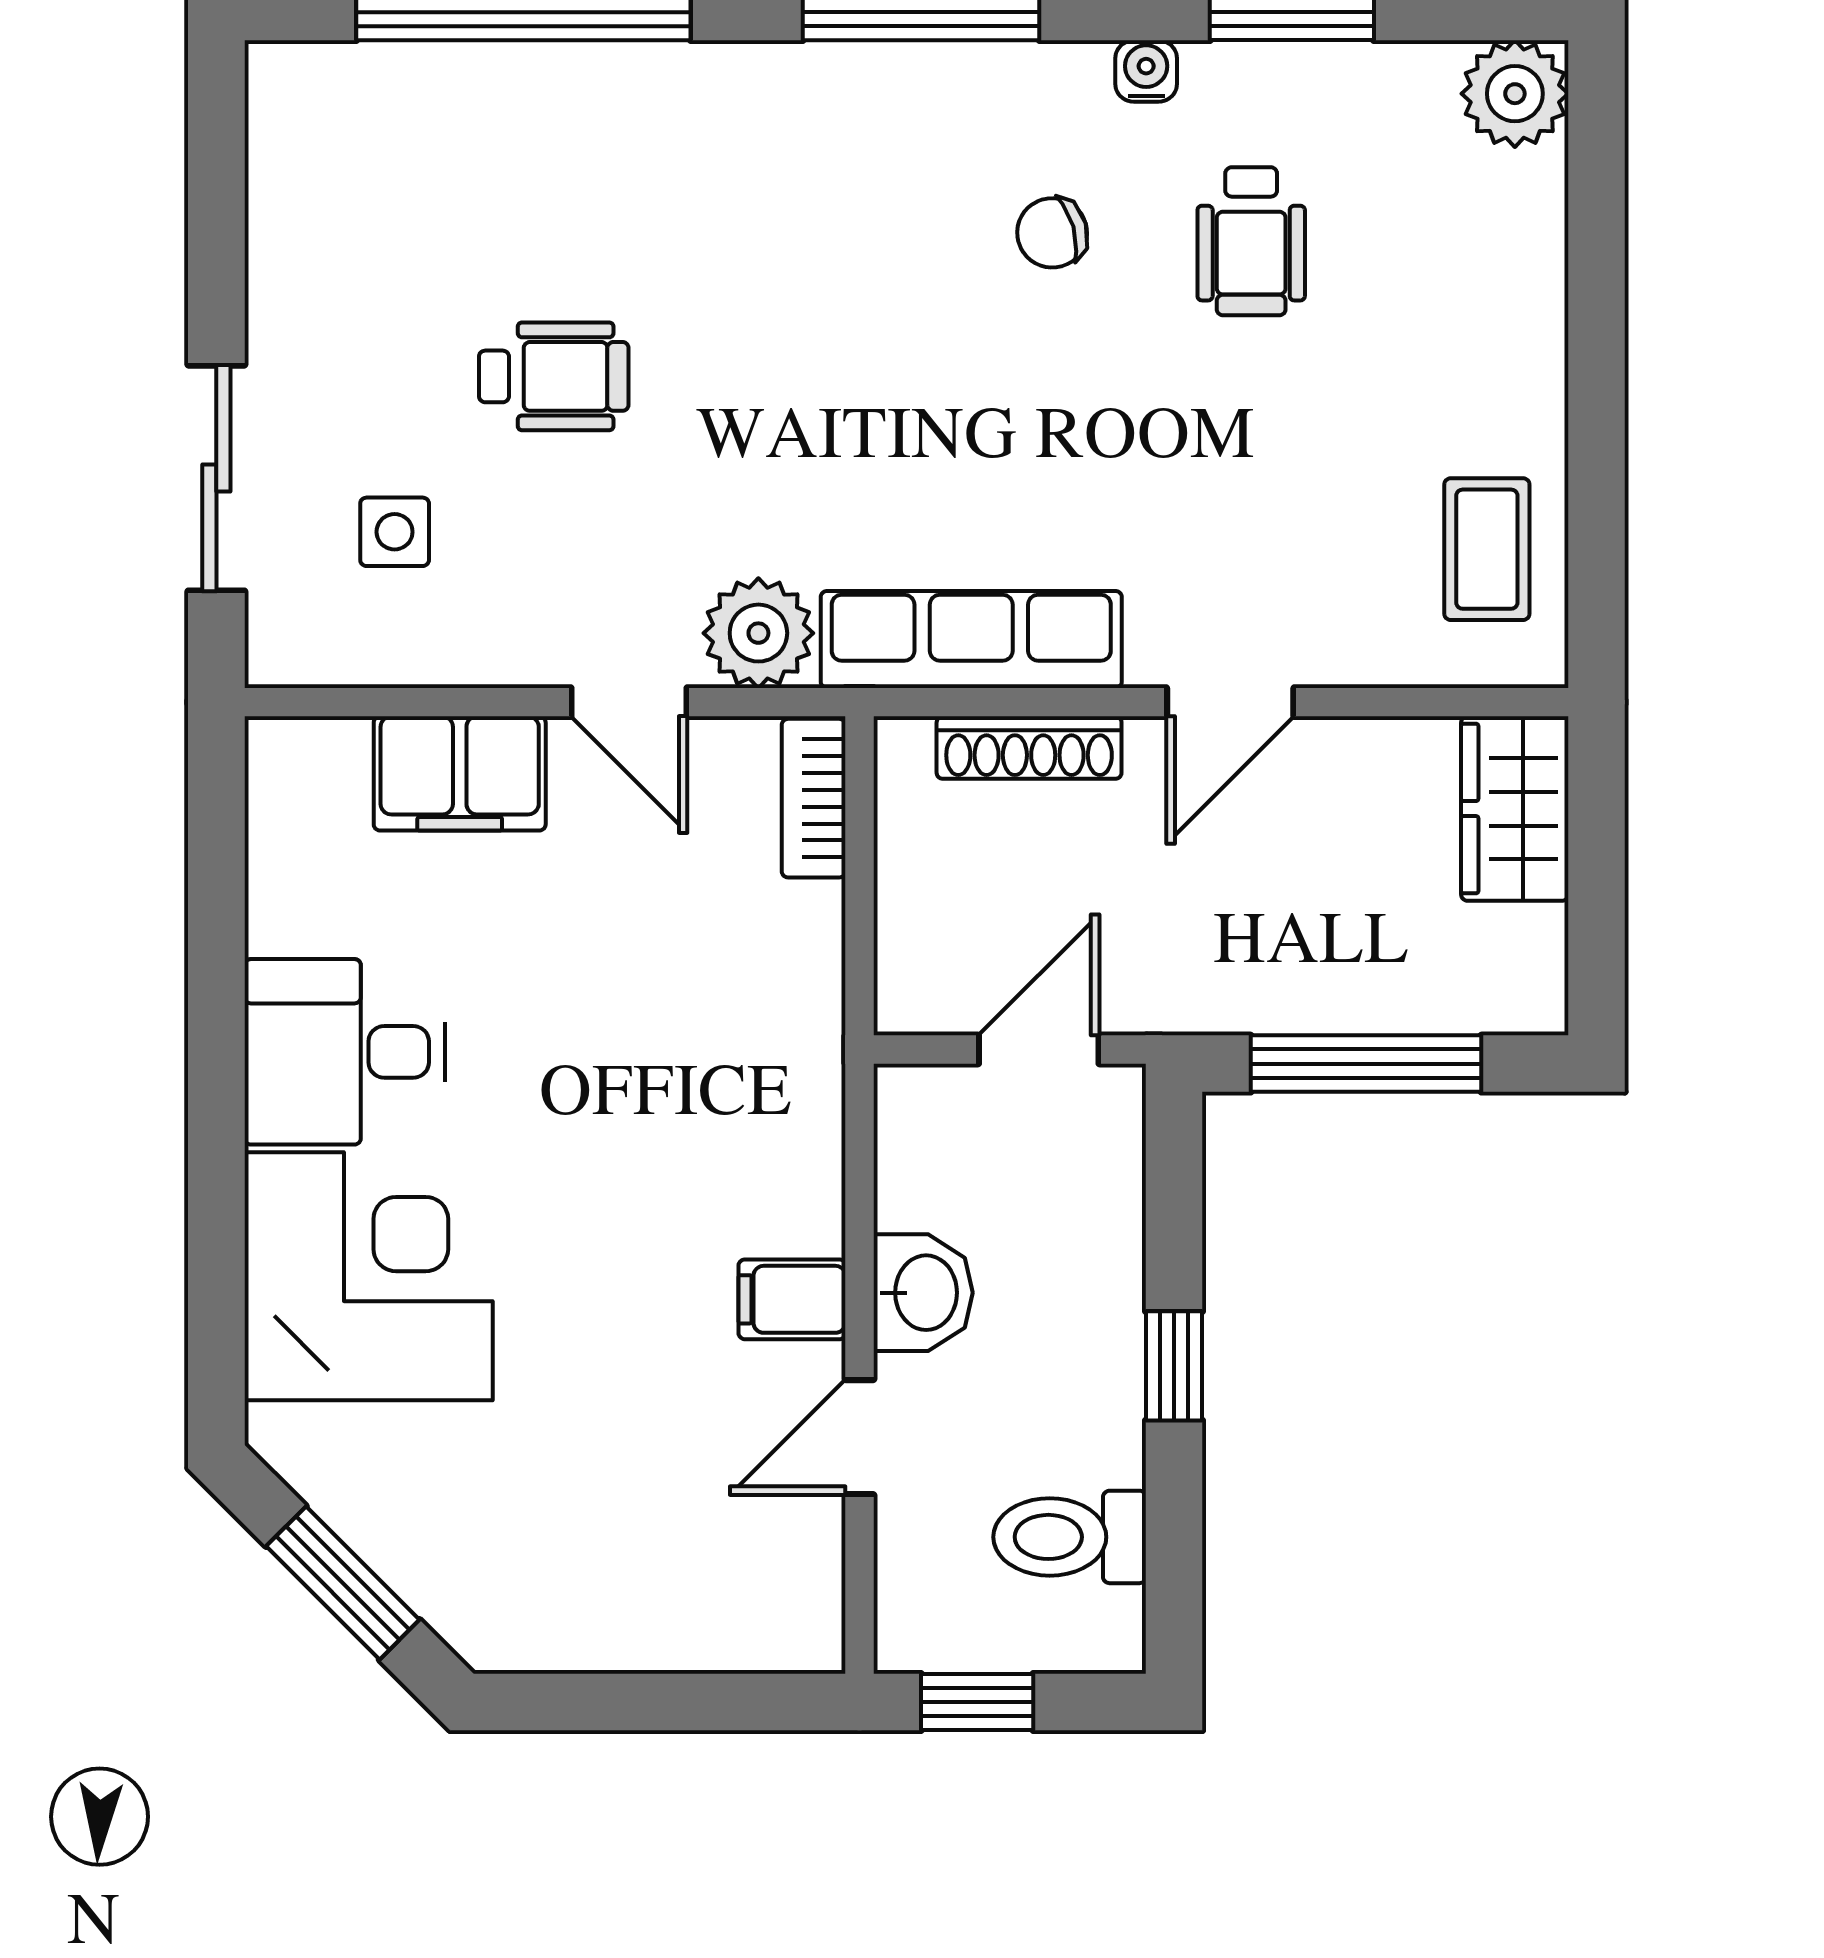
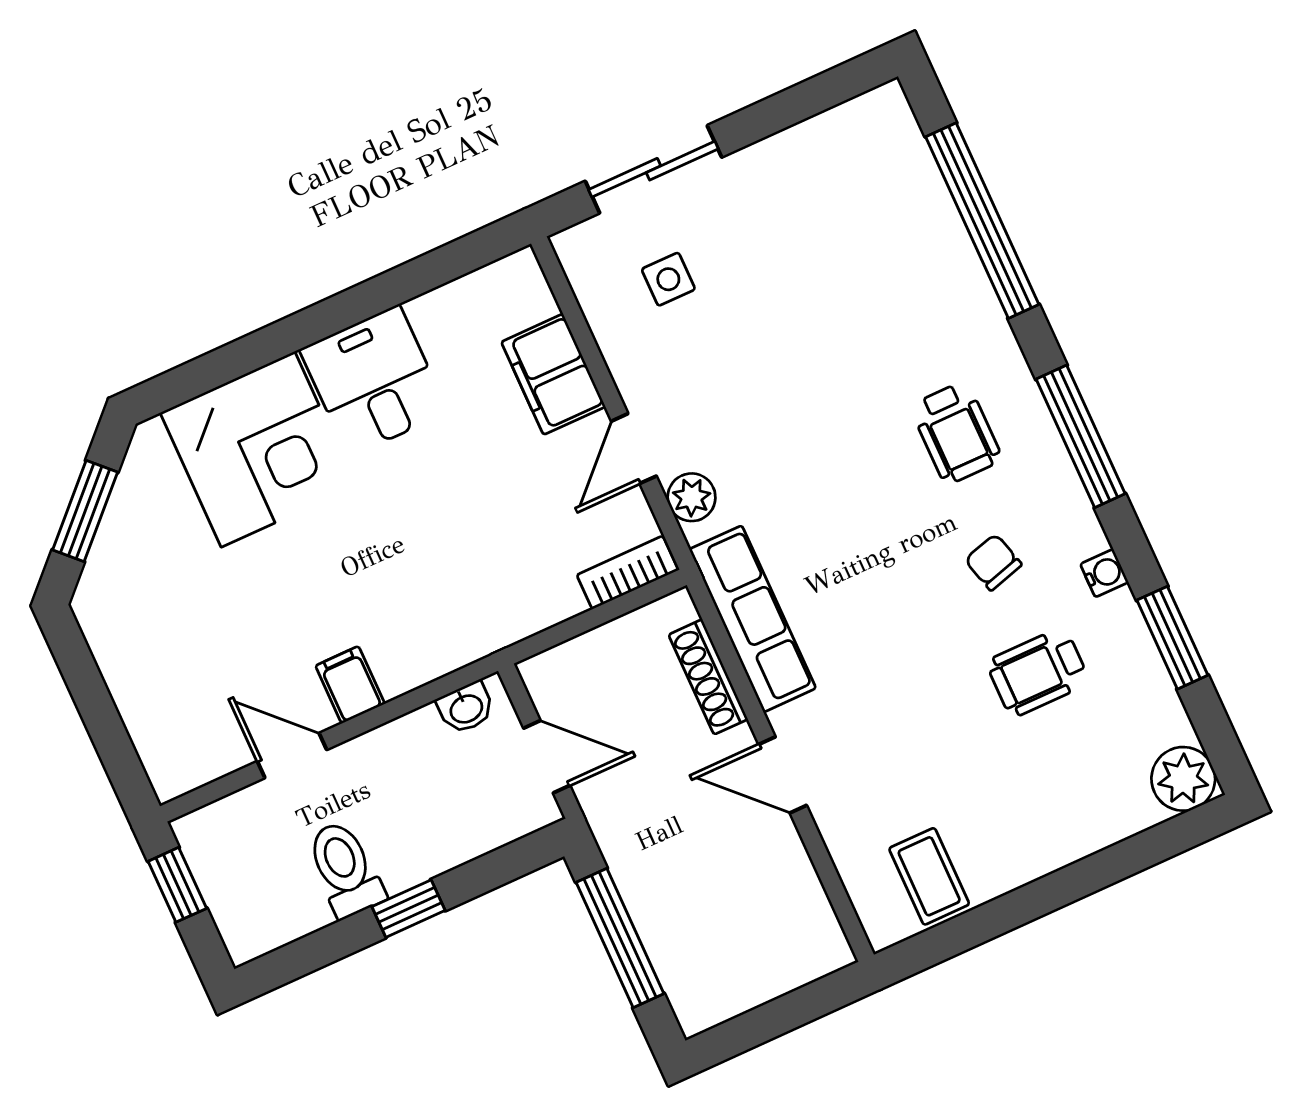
wheelchair: (554, 376) -> (956, 433), moved
coffee table: (1487, 549) -> (929, 876), turned 90
plant: (758, 633) -> (692, 497), width x0.73, depth x0.73
wardrobe: (1515, 809) -> (795, 956), removed
washbasin: (923, 1293) -> (466, 708), moved, width x0.72, depth x0.69
toilet: (1070, 1537) -> (345, 869), moved

